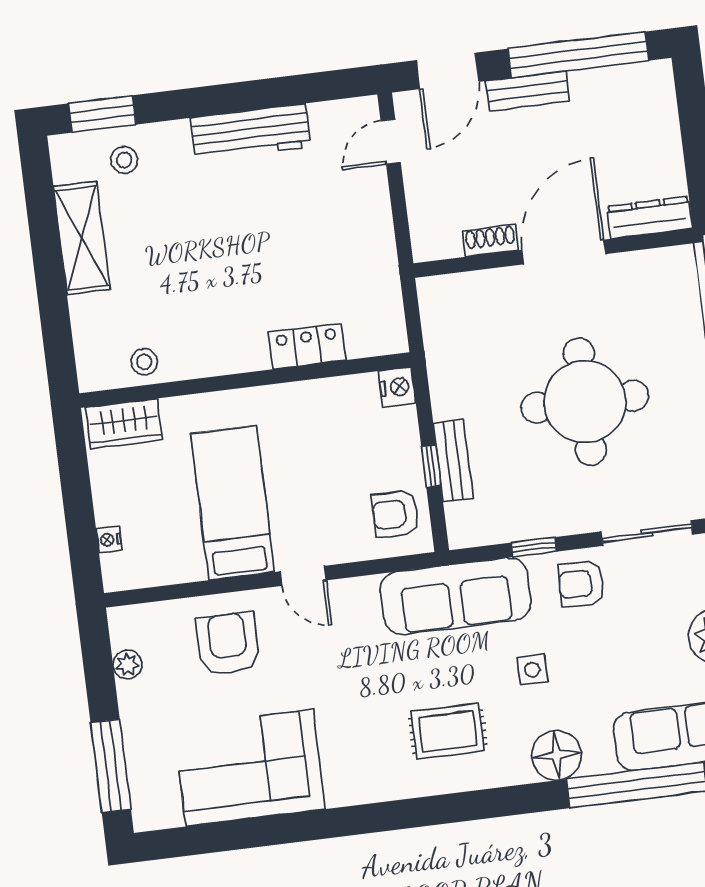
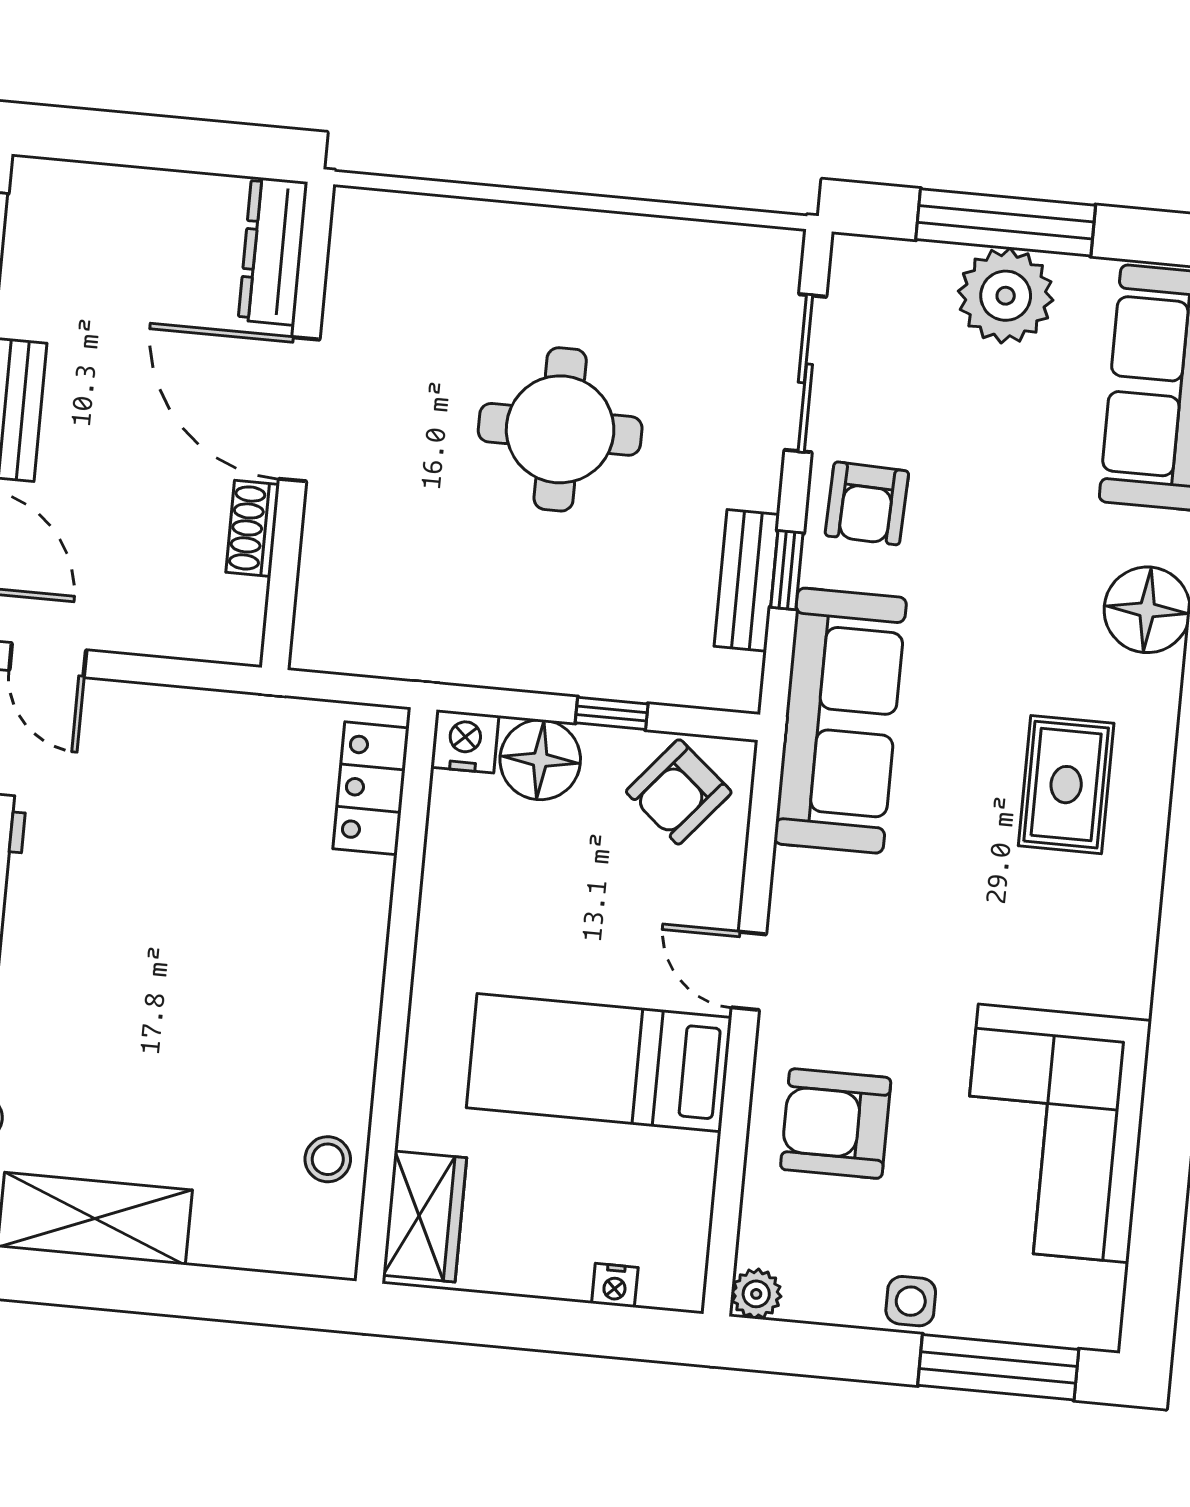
locker: (307, 346) -> (371, 788), moved
round table: (585, 402) -> (560, 429), width x0.73, depth x0.73
floor lamp: (396, 432) -> (540, 760), added
bench: (453, 461) -> (747, 580), moved, turned 90
armchair: (395, 514) -> (679, 792), turned 40
door: (303, 576) -> (749, 971), swing flipped
plant: (127, 664) -> (756, 1294), moved
side table: (532, 670) -> (911, 1301), moved

